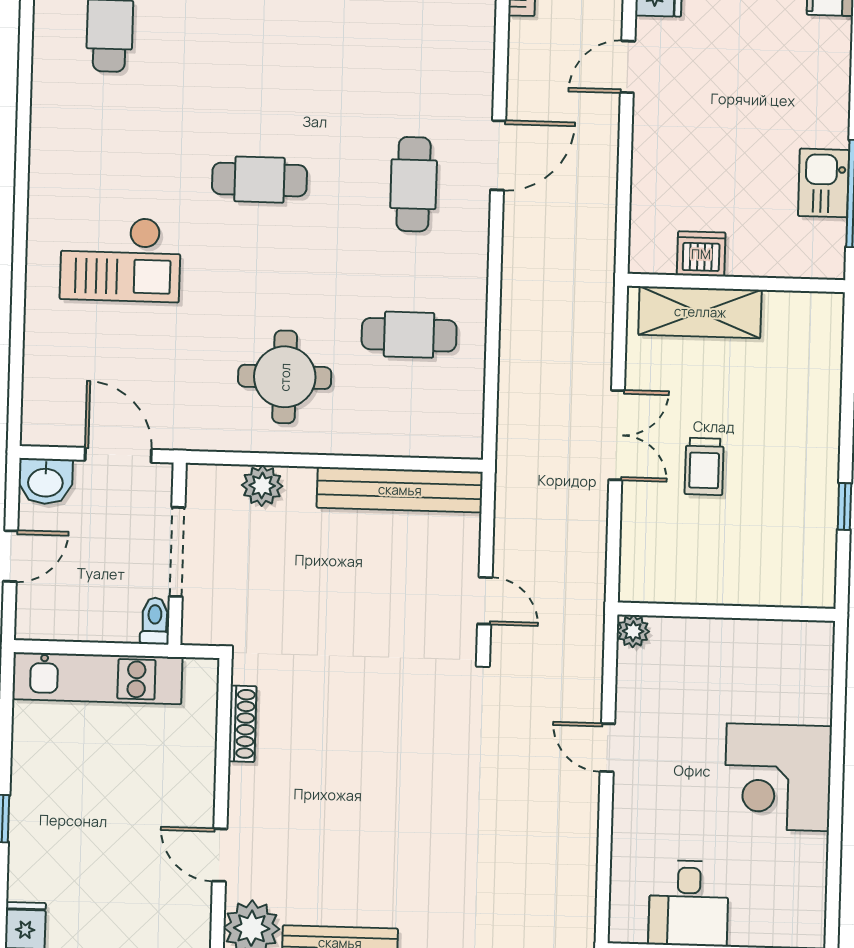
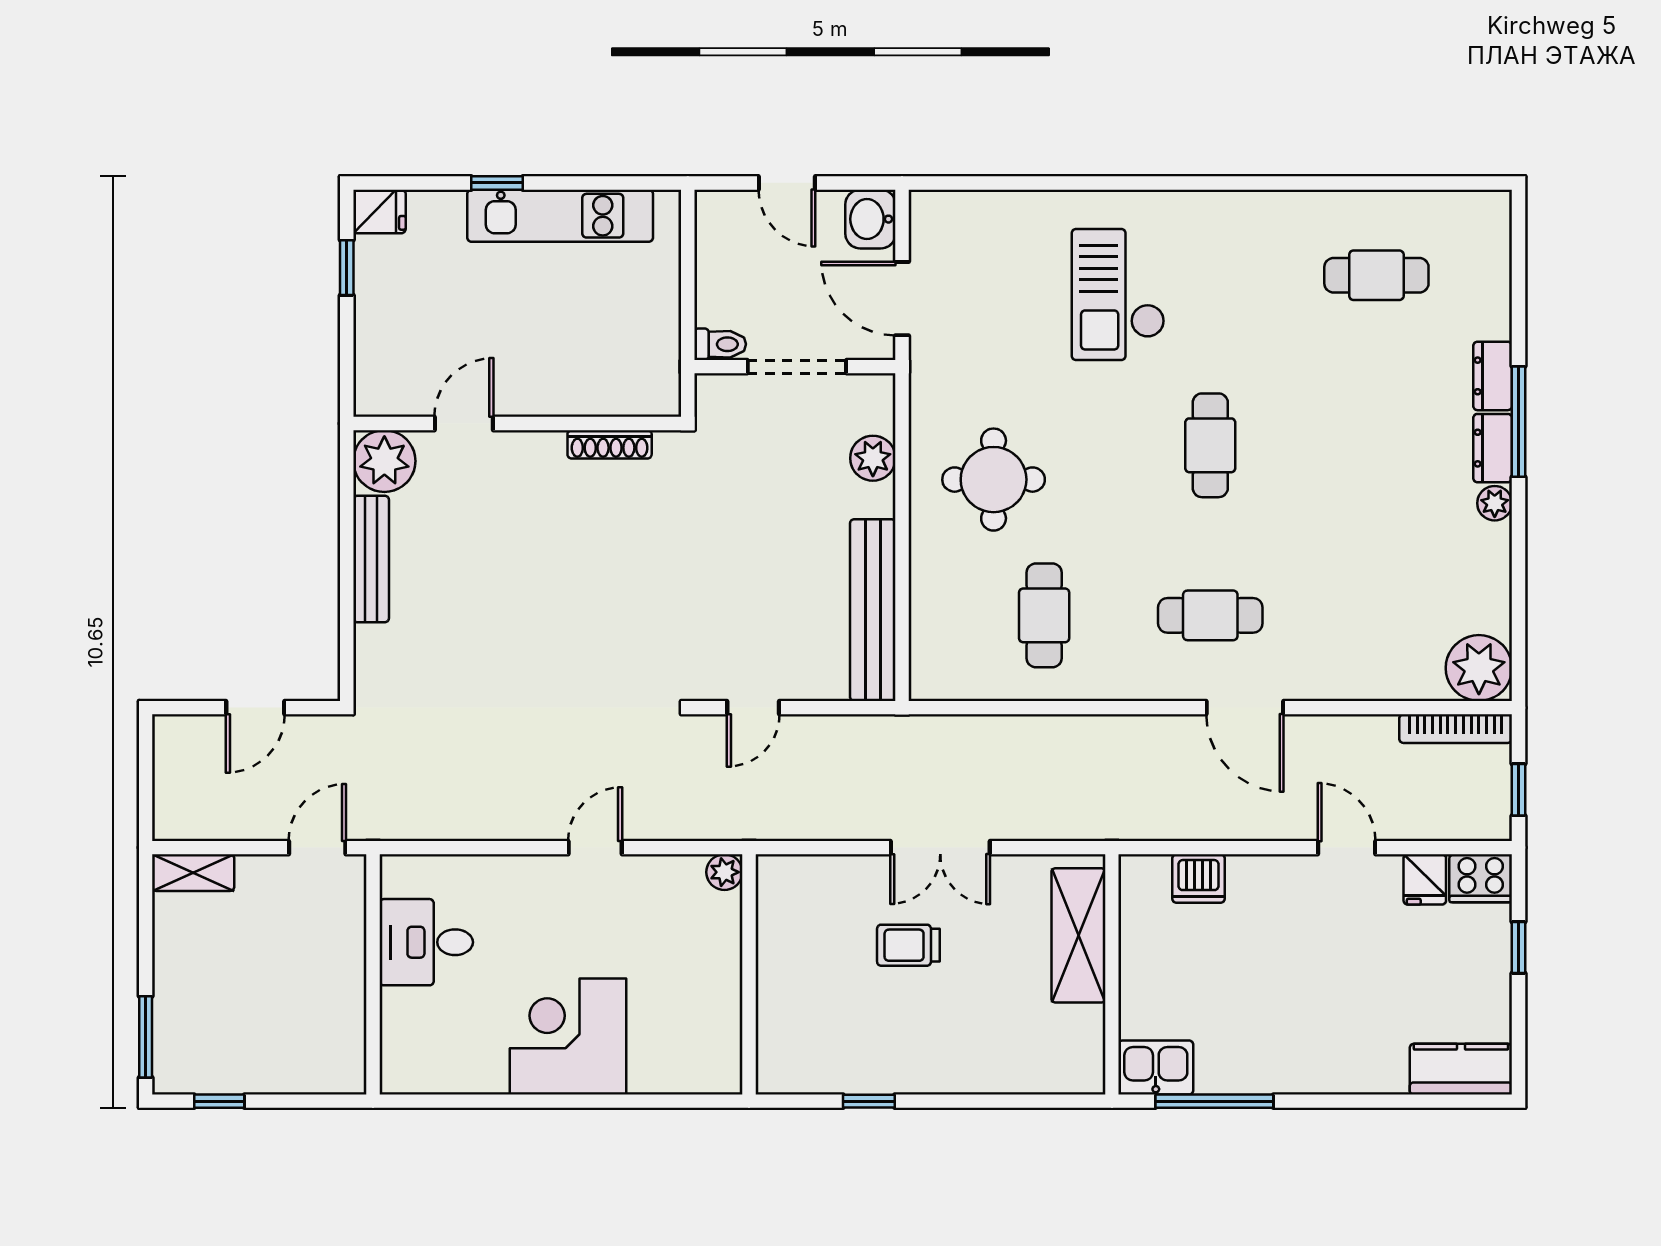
kitchen sink: (824, 183) -> (1156, 1068), moved
dishwasher: (701, 254) -> (1199, 879), moved, turned 90
door: (118, 455) -> (902, 299), swing flipped
kitchen unit: (98, 678) -> (560, 216), moved, turned -90

